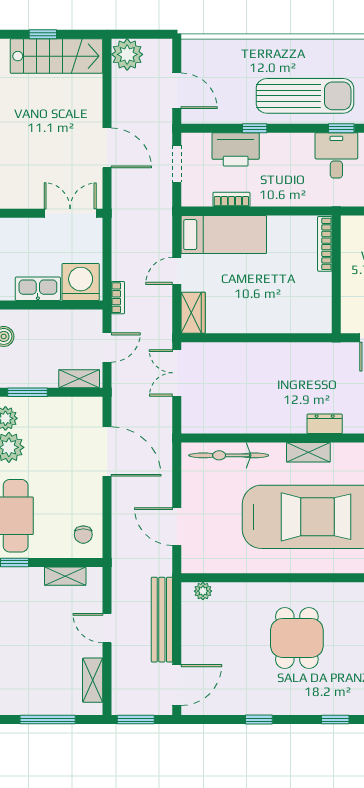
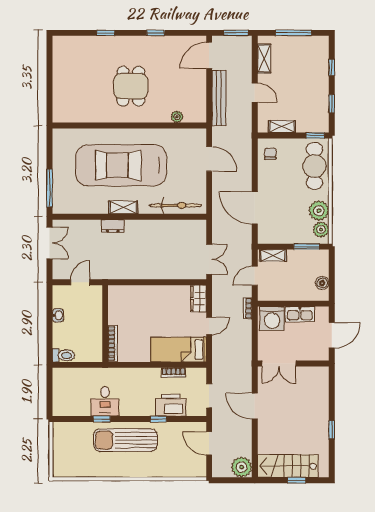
plant: (203, 591) -> (177, 117), moved

